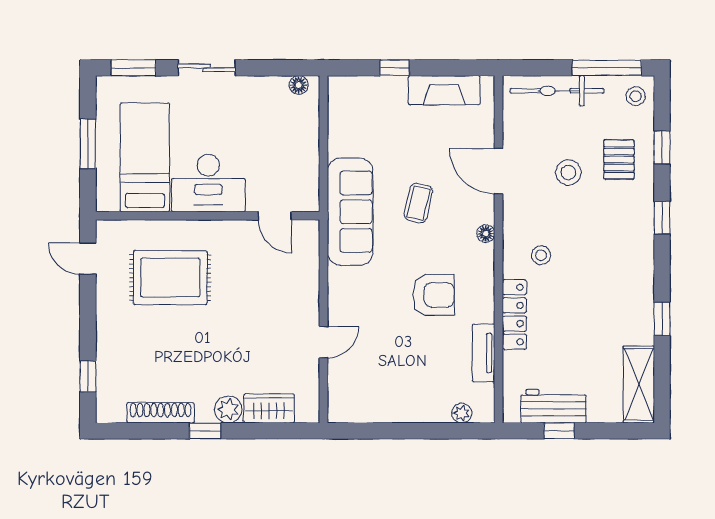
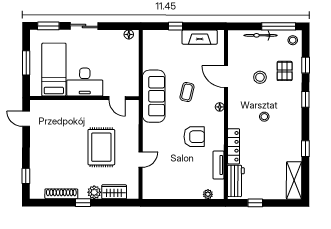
bicycle: (557, 91) -> (261, 35), width x0.73, depth x0.71
stool: (541, 255) -> (264, 117), moved
rug: (170, 278) -> (101, 147), moved, turned 90
workbench: (553, 406) -> (236, 181), moved, turned 90

